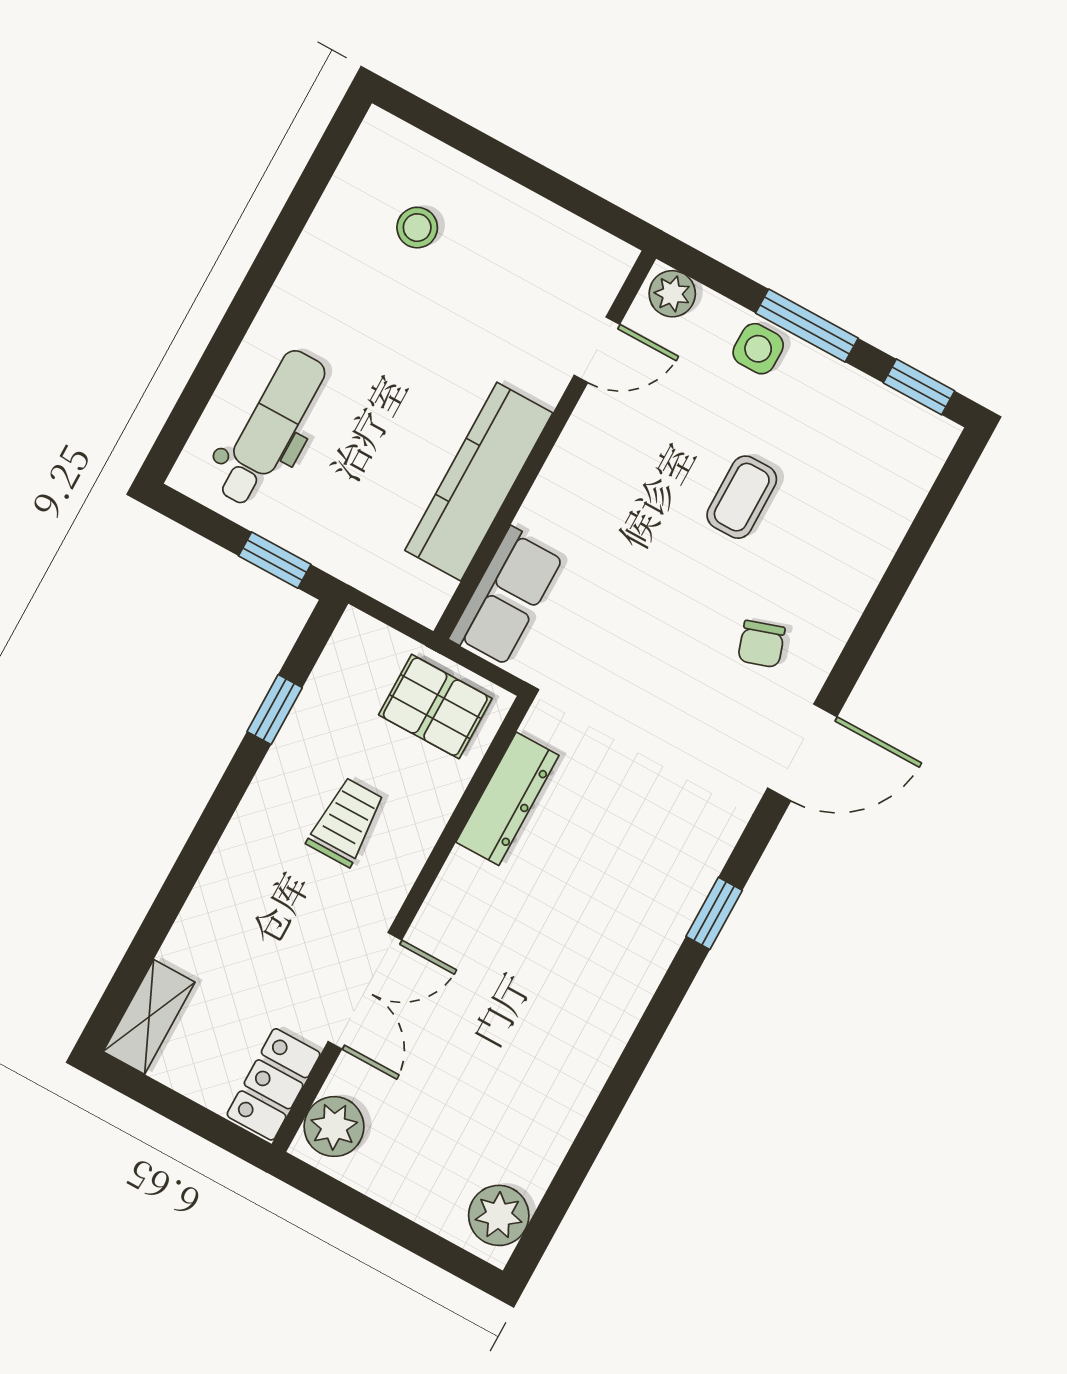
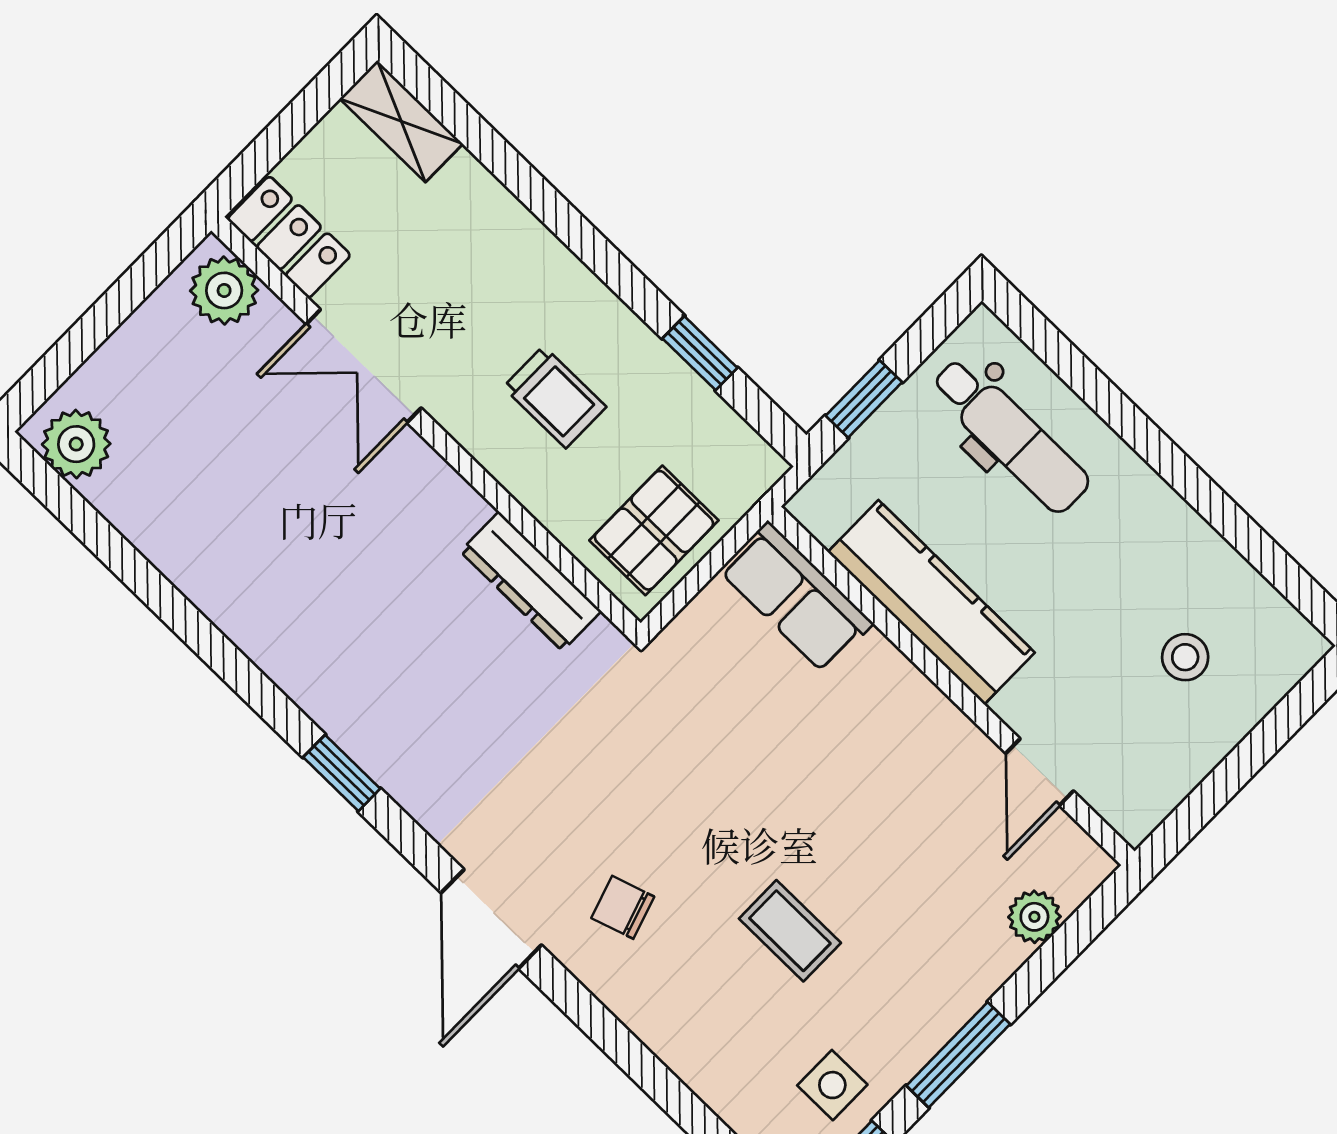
side table: (758, 349) -> (832, 1085), moved
door: (597, 350) -> (1040, 772), moved
wall: (545, 445) -> (951, 686), moved
kitchen counter: (479, 482) -> (931, 602), moved
row of seats: (506, 597) -> (796, 597), moved

